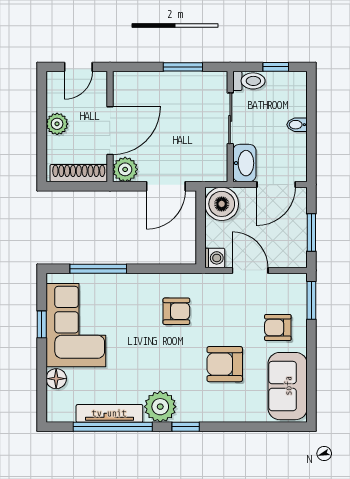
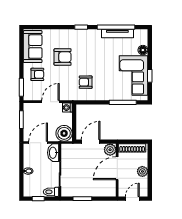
door: (250, 270) -> (51, 102), swing flipped
plant: (160, 407) -> (93, 37), removed

